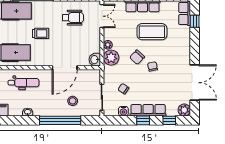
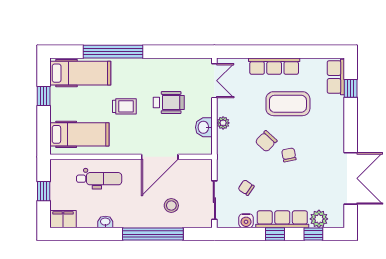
wheelchair: (73, 18) -> (169, 103), moved
plant: (111, 58) -> (228, 142), removed
washbasin: (95, 60) -> (204, 127), moved
plant: (184, 110) -> (319, 219), moved

